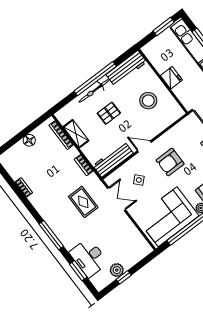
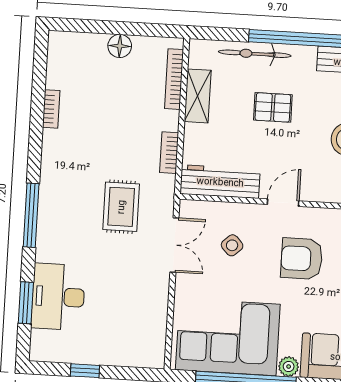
bicycle: (94, 91) -> (255, 54), moved
door: (144, 147) -> (283, 203), hinge flipped
plant: (117, 270) -> (84, 351), removed

